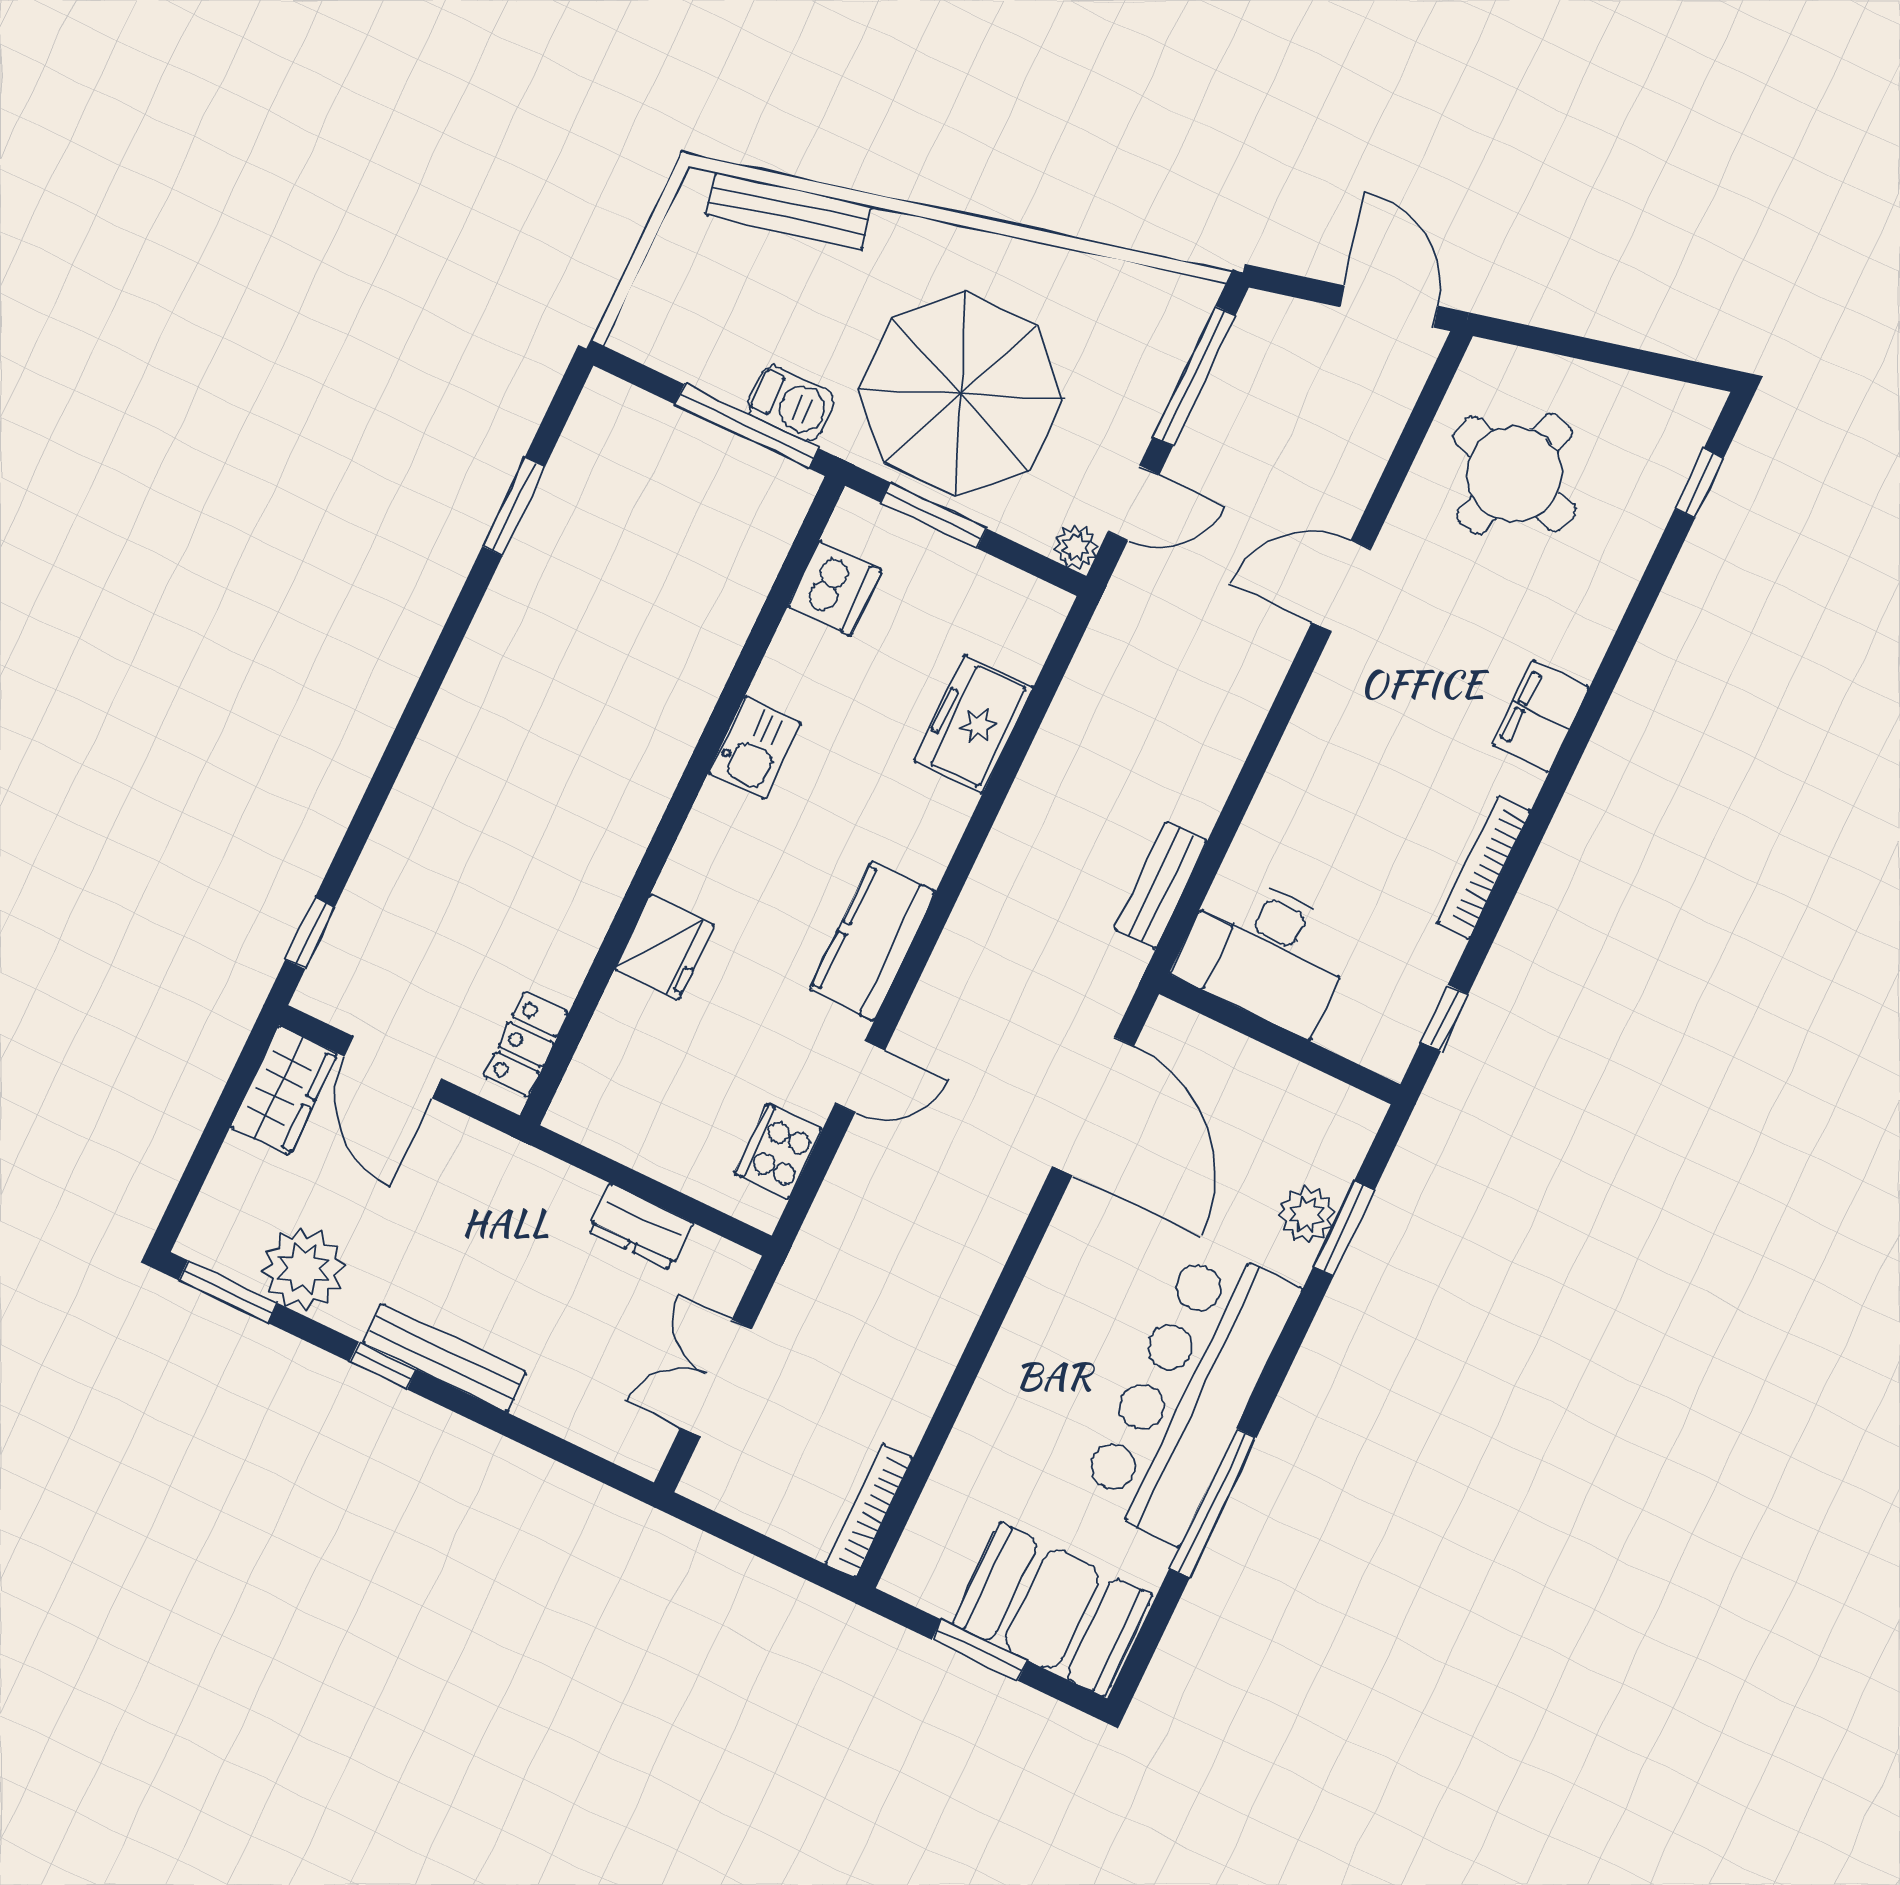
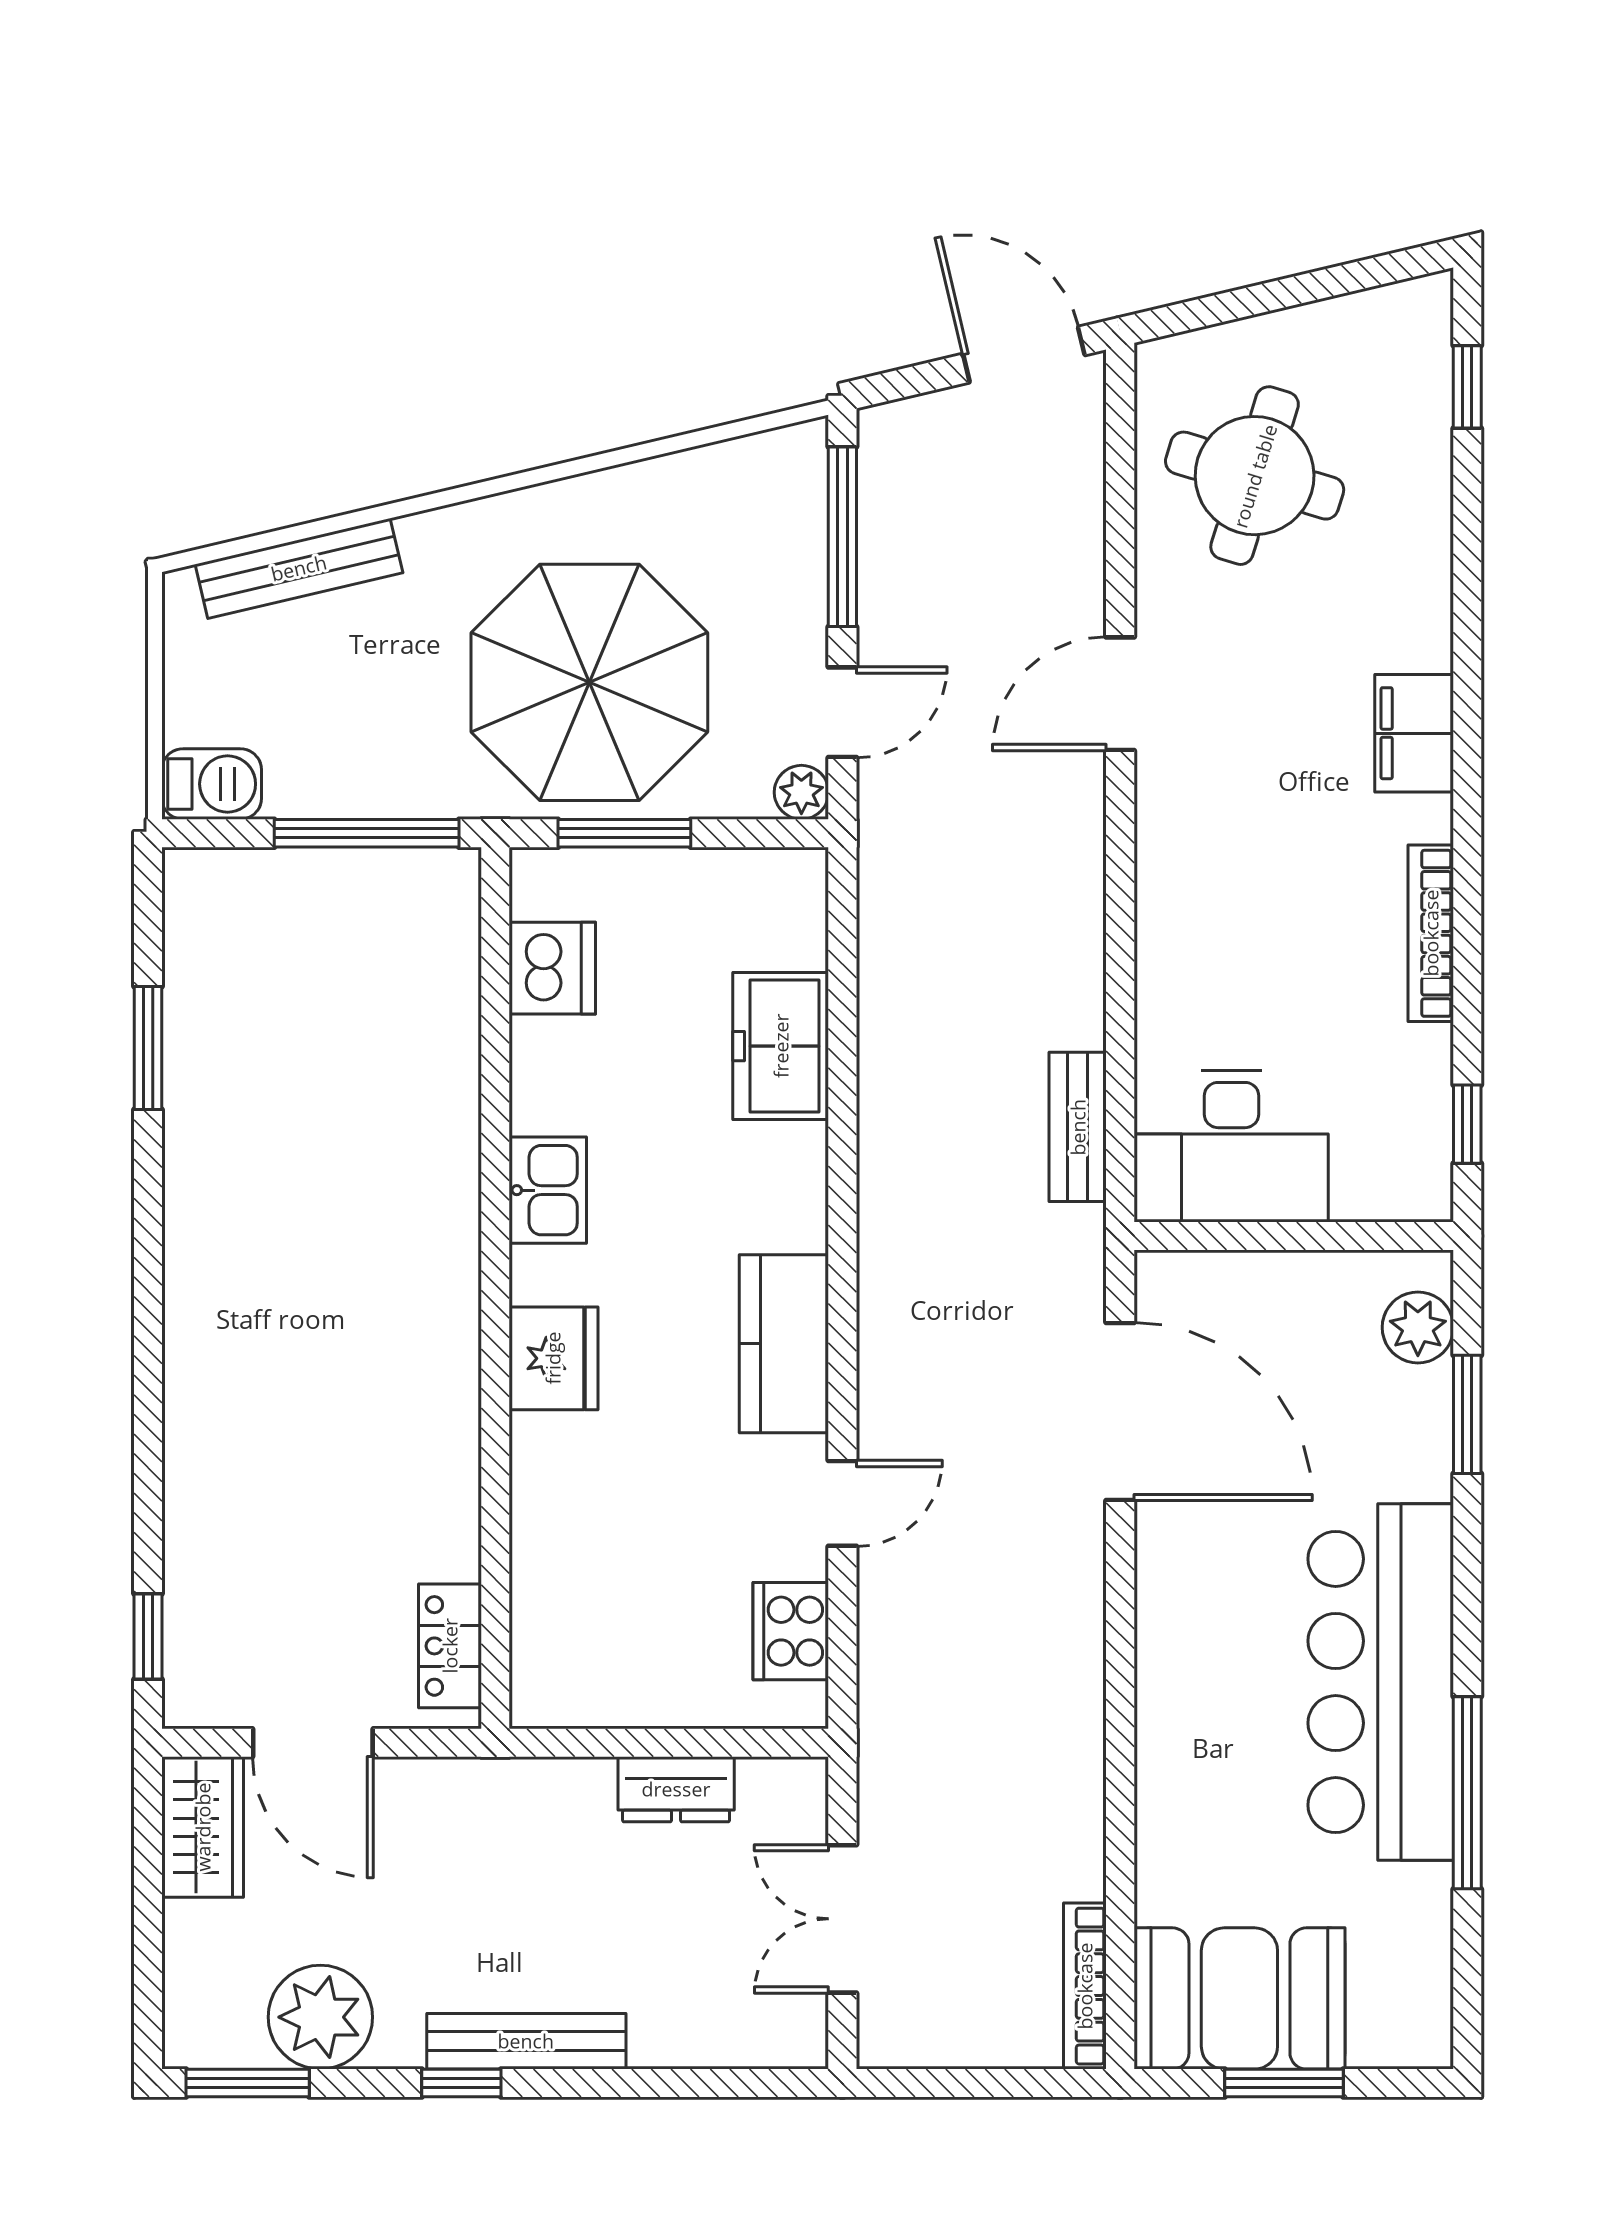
barbecue: (791, 404) -> (212, 784), moved
fridge: (664, 947) -> (553, 1358), moved
plant: (1307, 1214) -> (1418, 1327), moved
booth: (1052, 1609) -> (1239, 1998), moved

